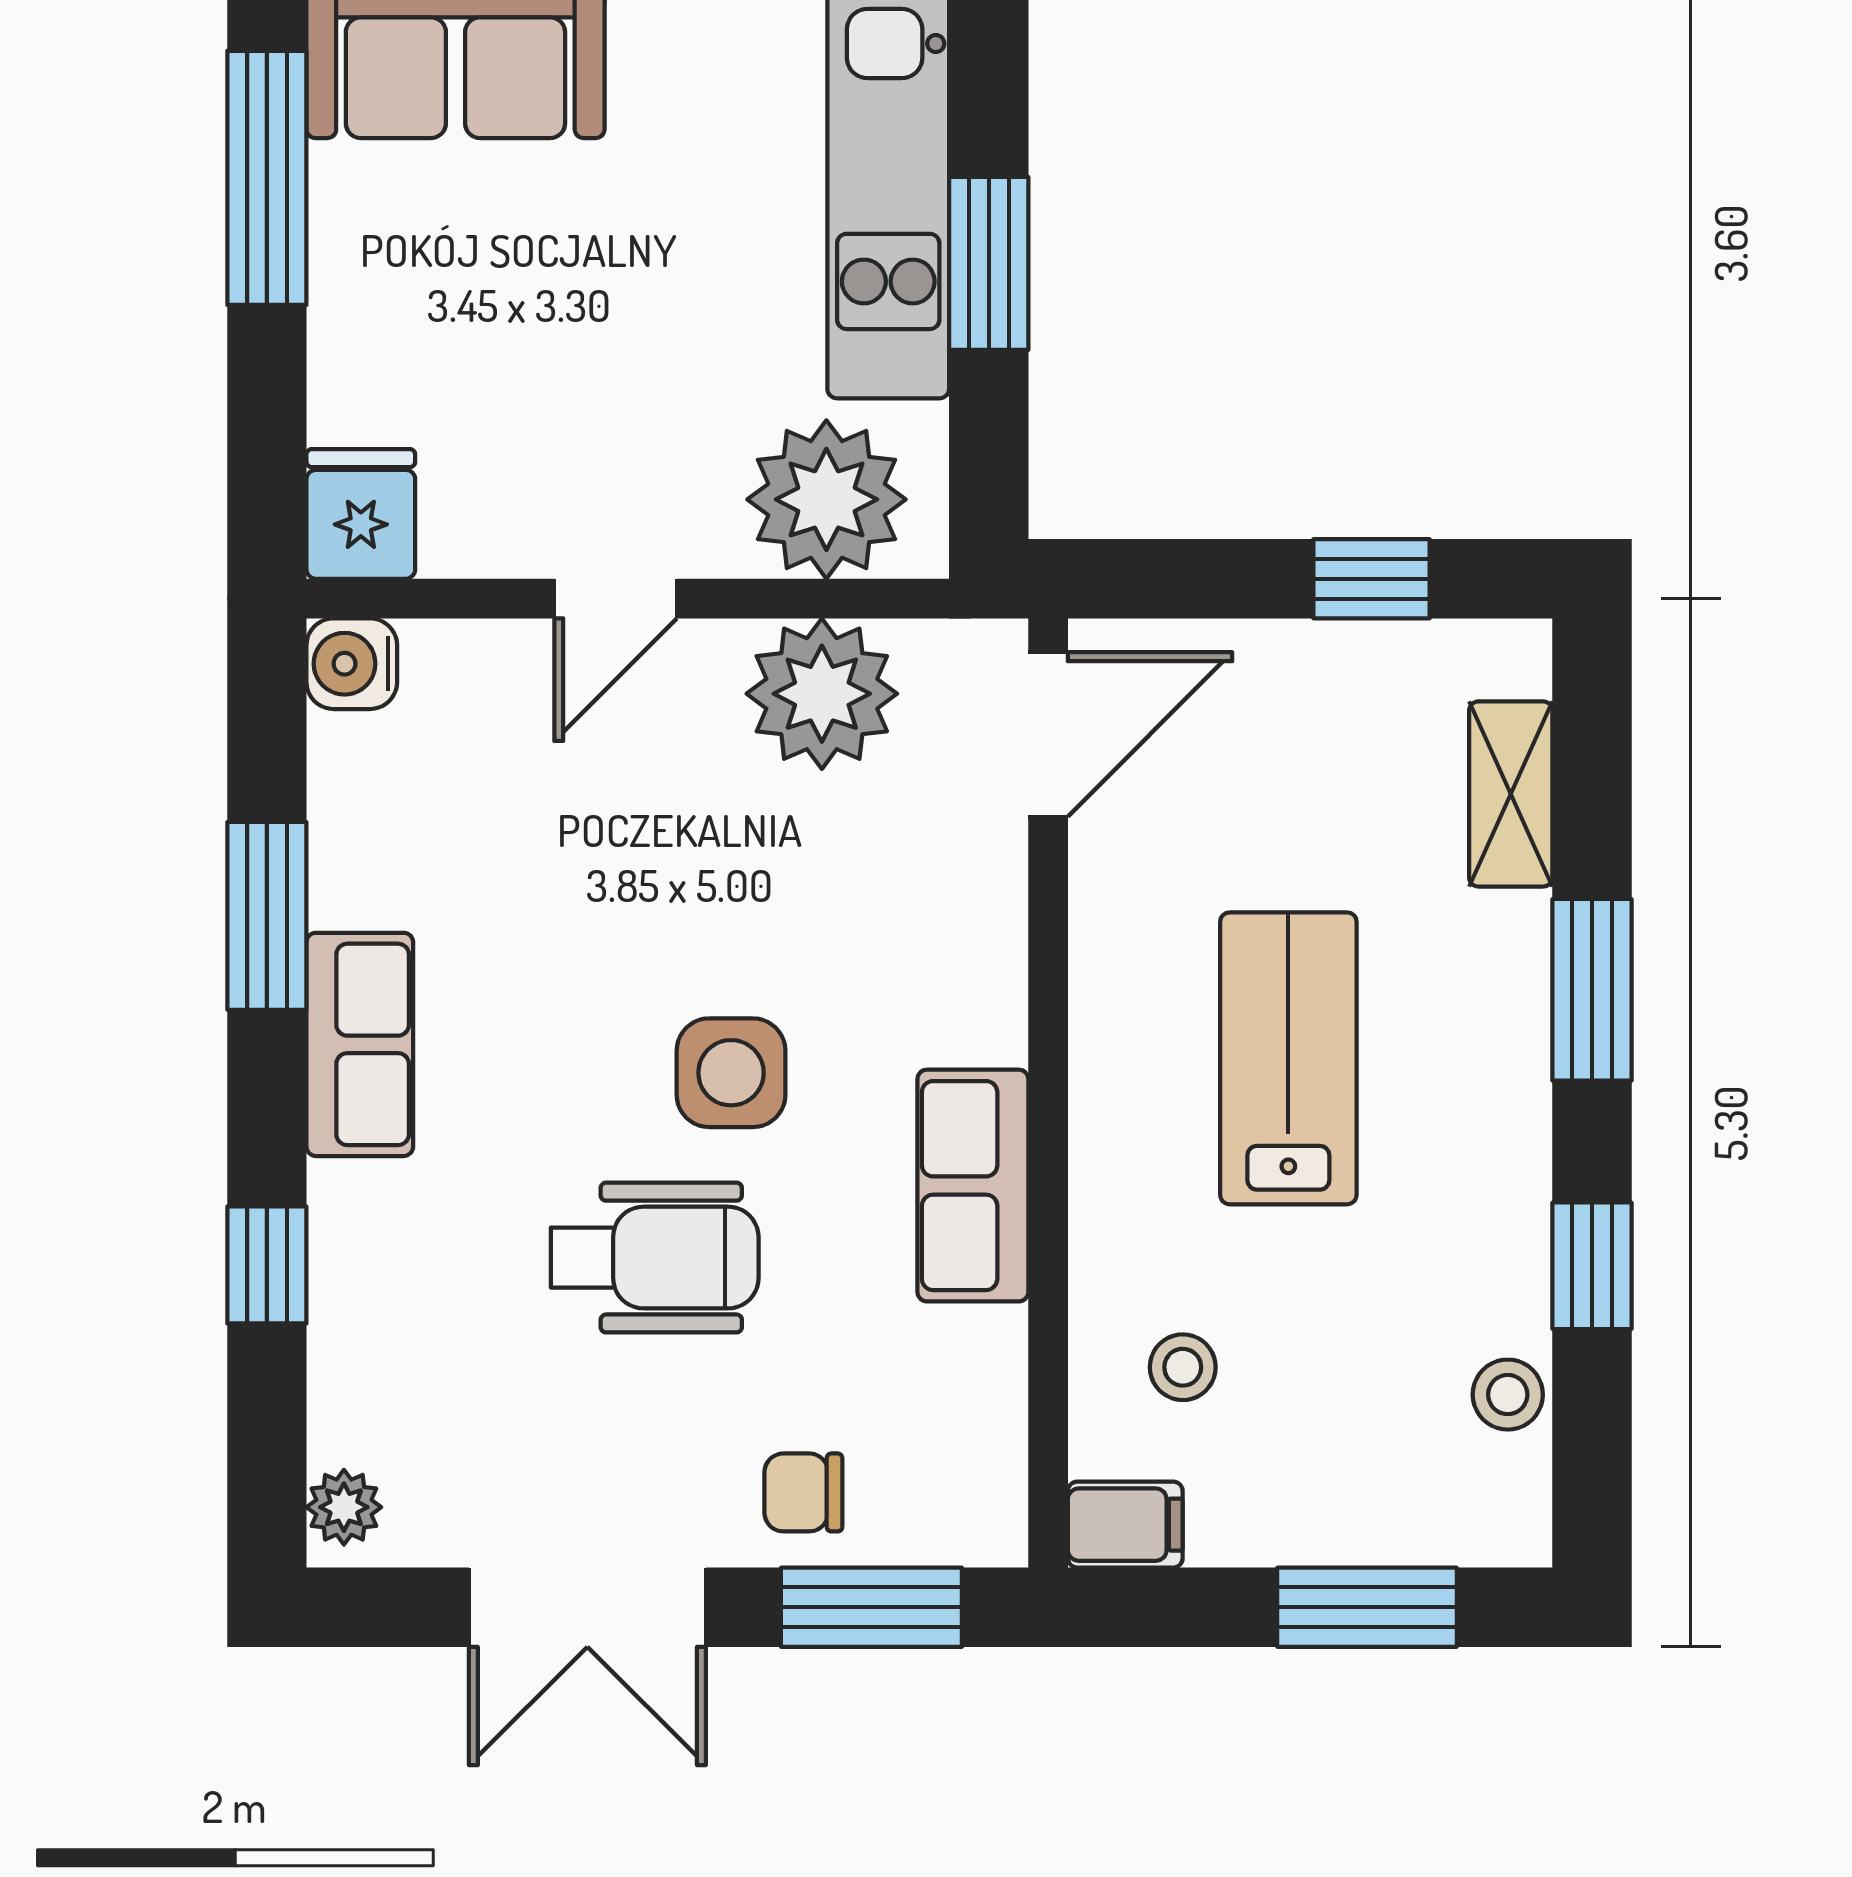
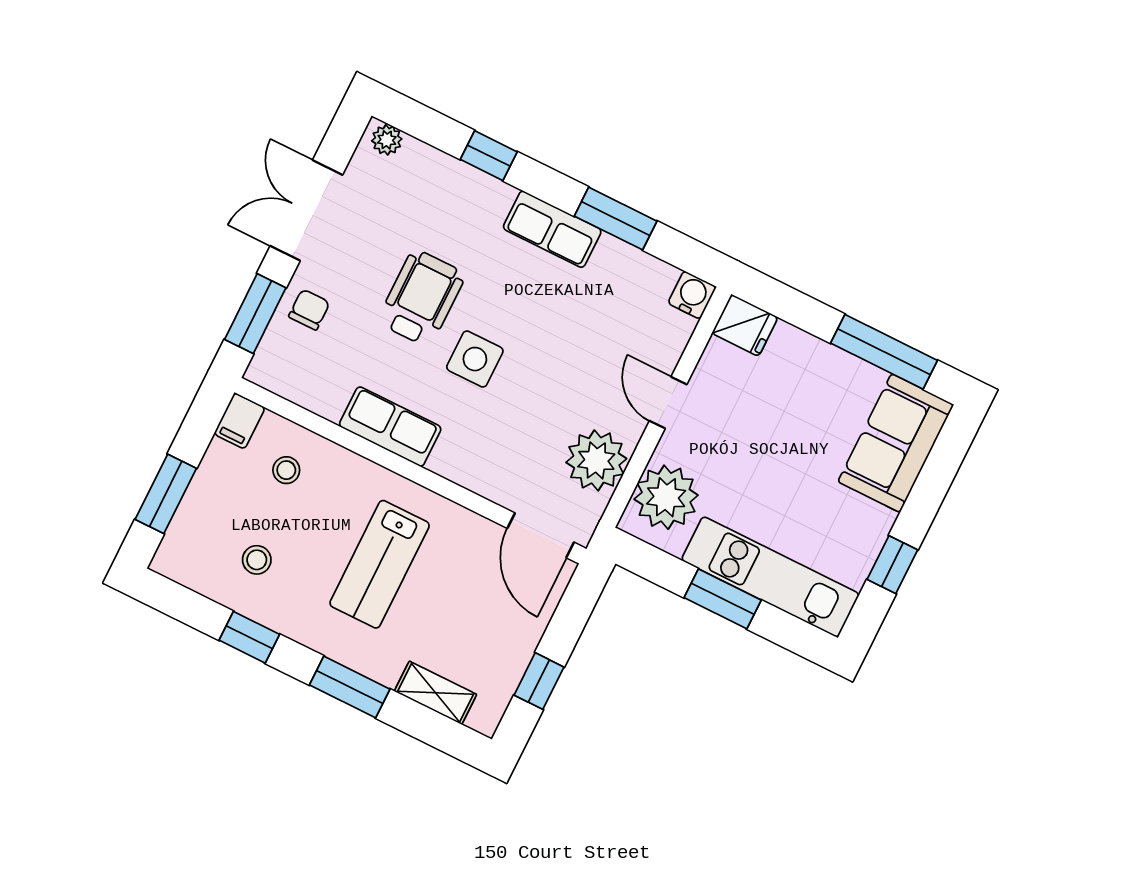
lab bench: (1288, 1058) -> (380, 564), turned 90
wheelchair: (655, 1258) -> (421, 298), turned 180
stool: (1508, 1395) -> (257, 560), moved

